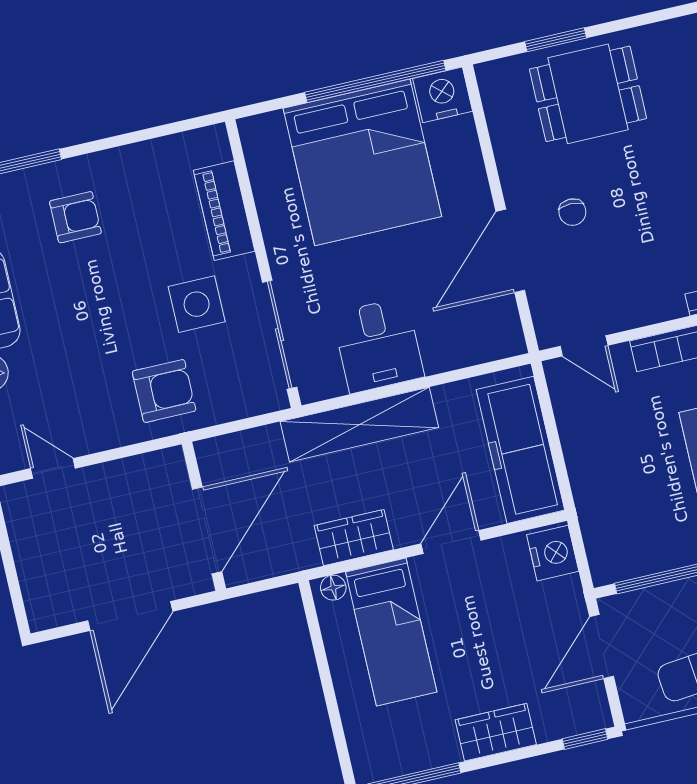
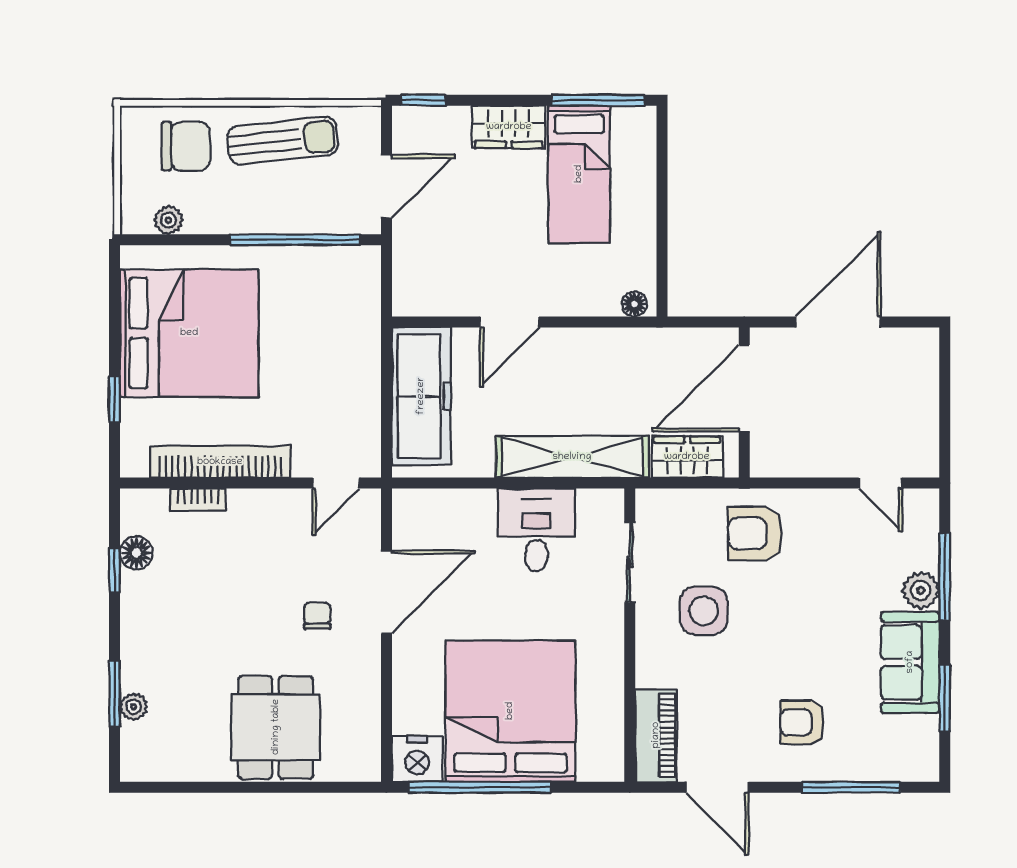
window: (556, 40) -> (295, 787), removed
dining table: (588, 94) -> (276, 727), turned 90
door: (144, 135) -> (717, 787), added
piano: (224, 211) -> (656, 735), moved
sliding door: (280, 335) -> (630, 562), width x0.73
door: (584, 346) -> (336, 483), swing flipped
wardrobe: (354, 538) -> (687, 457), moved, turned 180
nightstand: (553, 553) -> (413, 288), removed
bed: (391, 632) -> (579, 174), moved, turned 180

